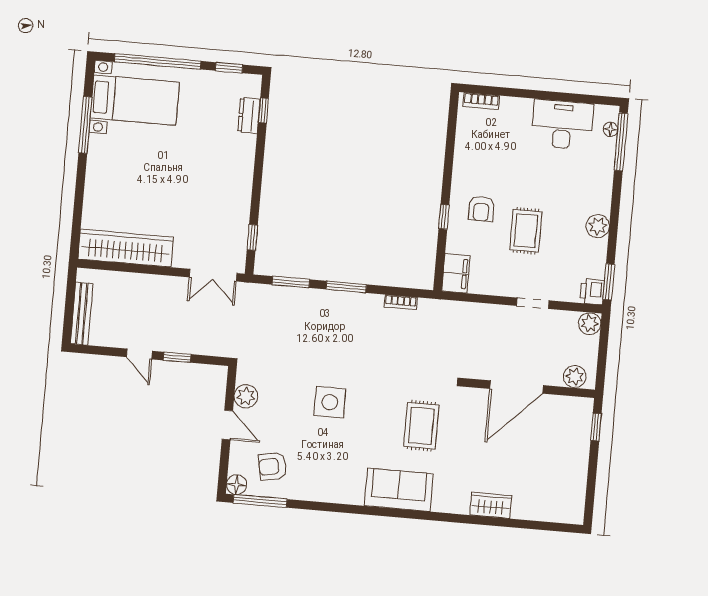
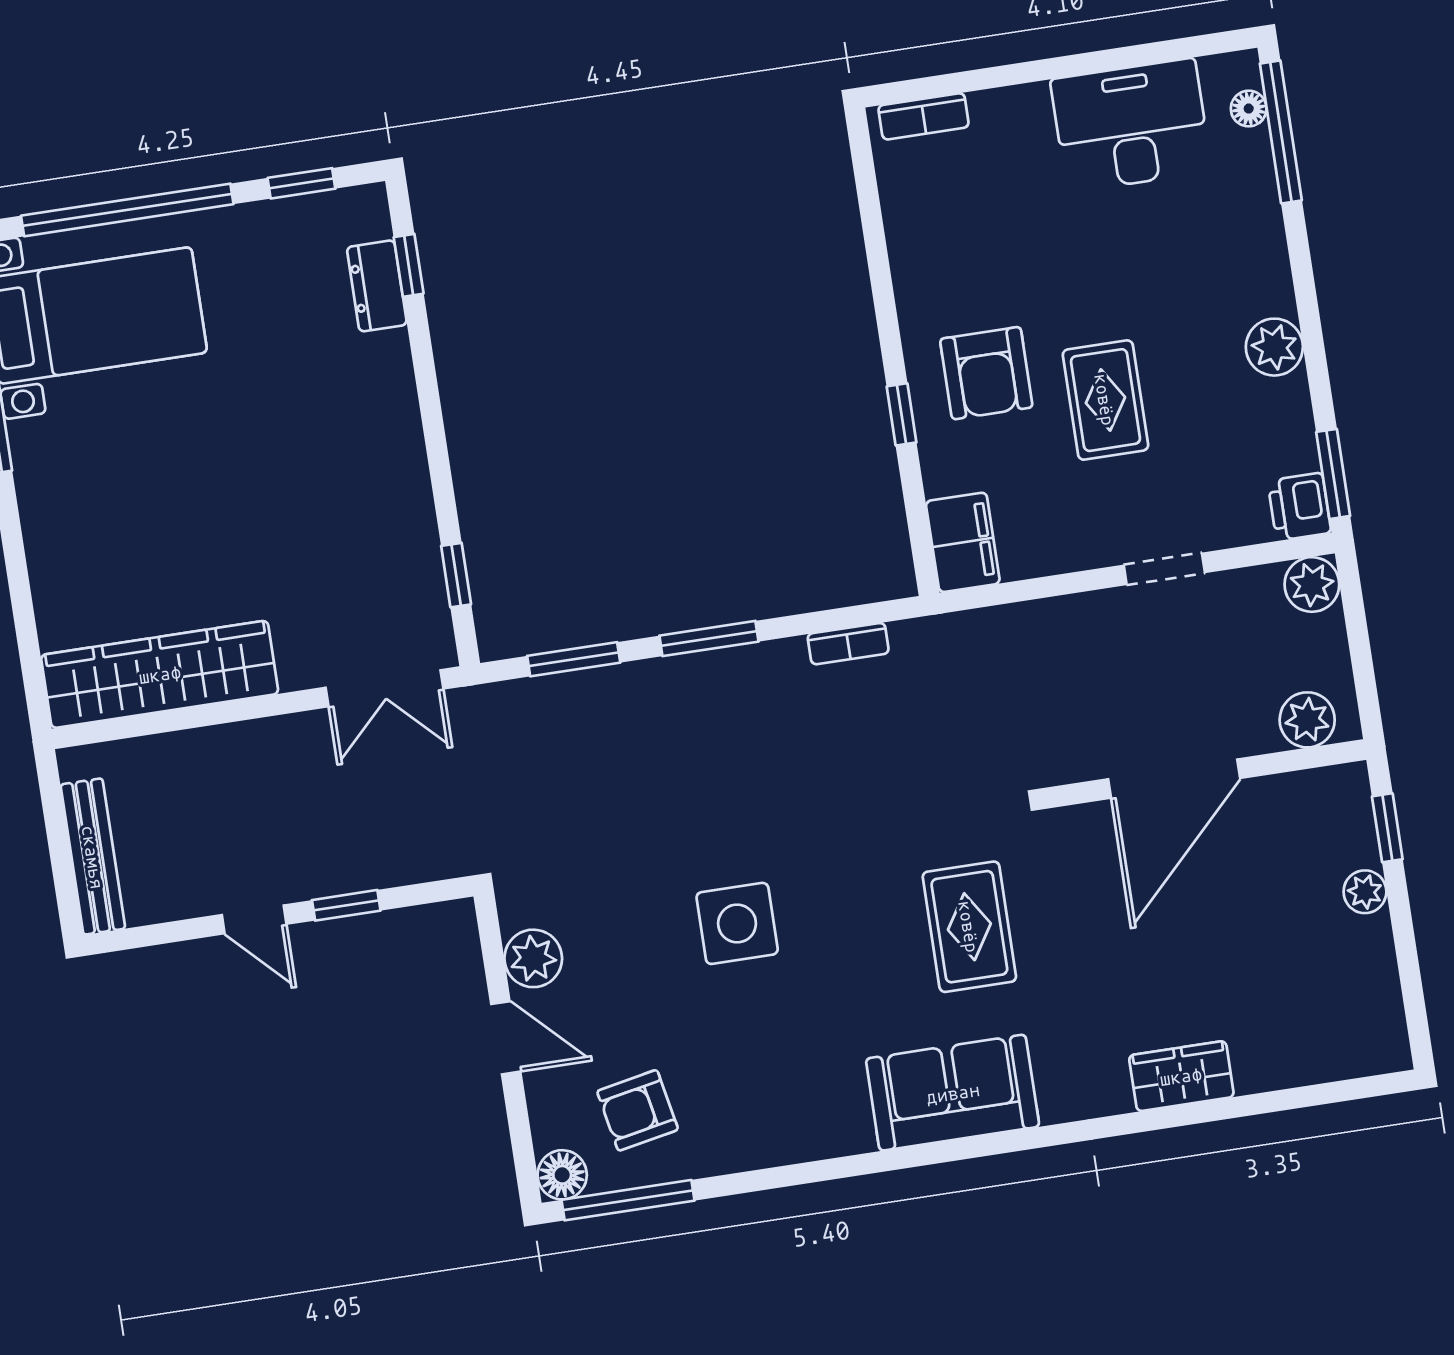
armchair: (481, 209) -> (986, 373), width x1.38, depth x1.38
plant: (581, 450) -> (1365, 892), added

